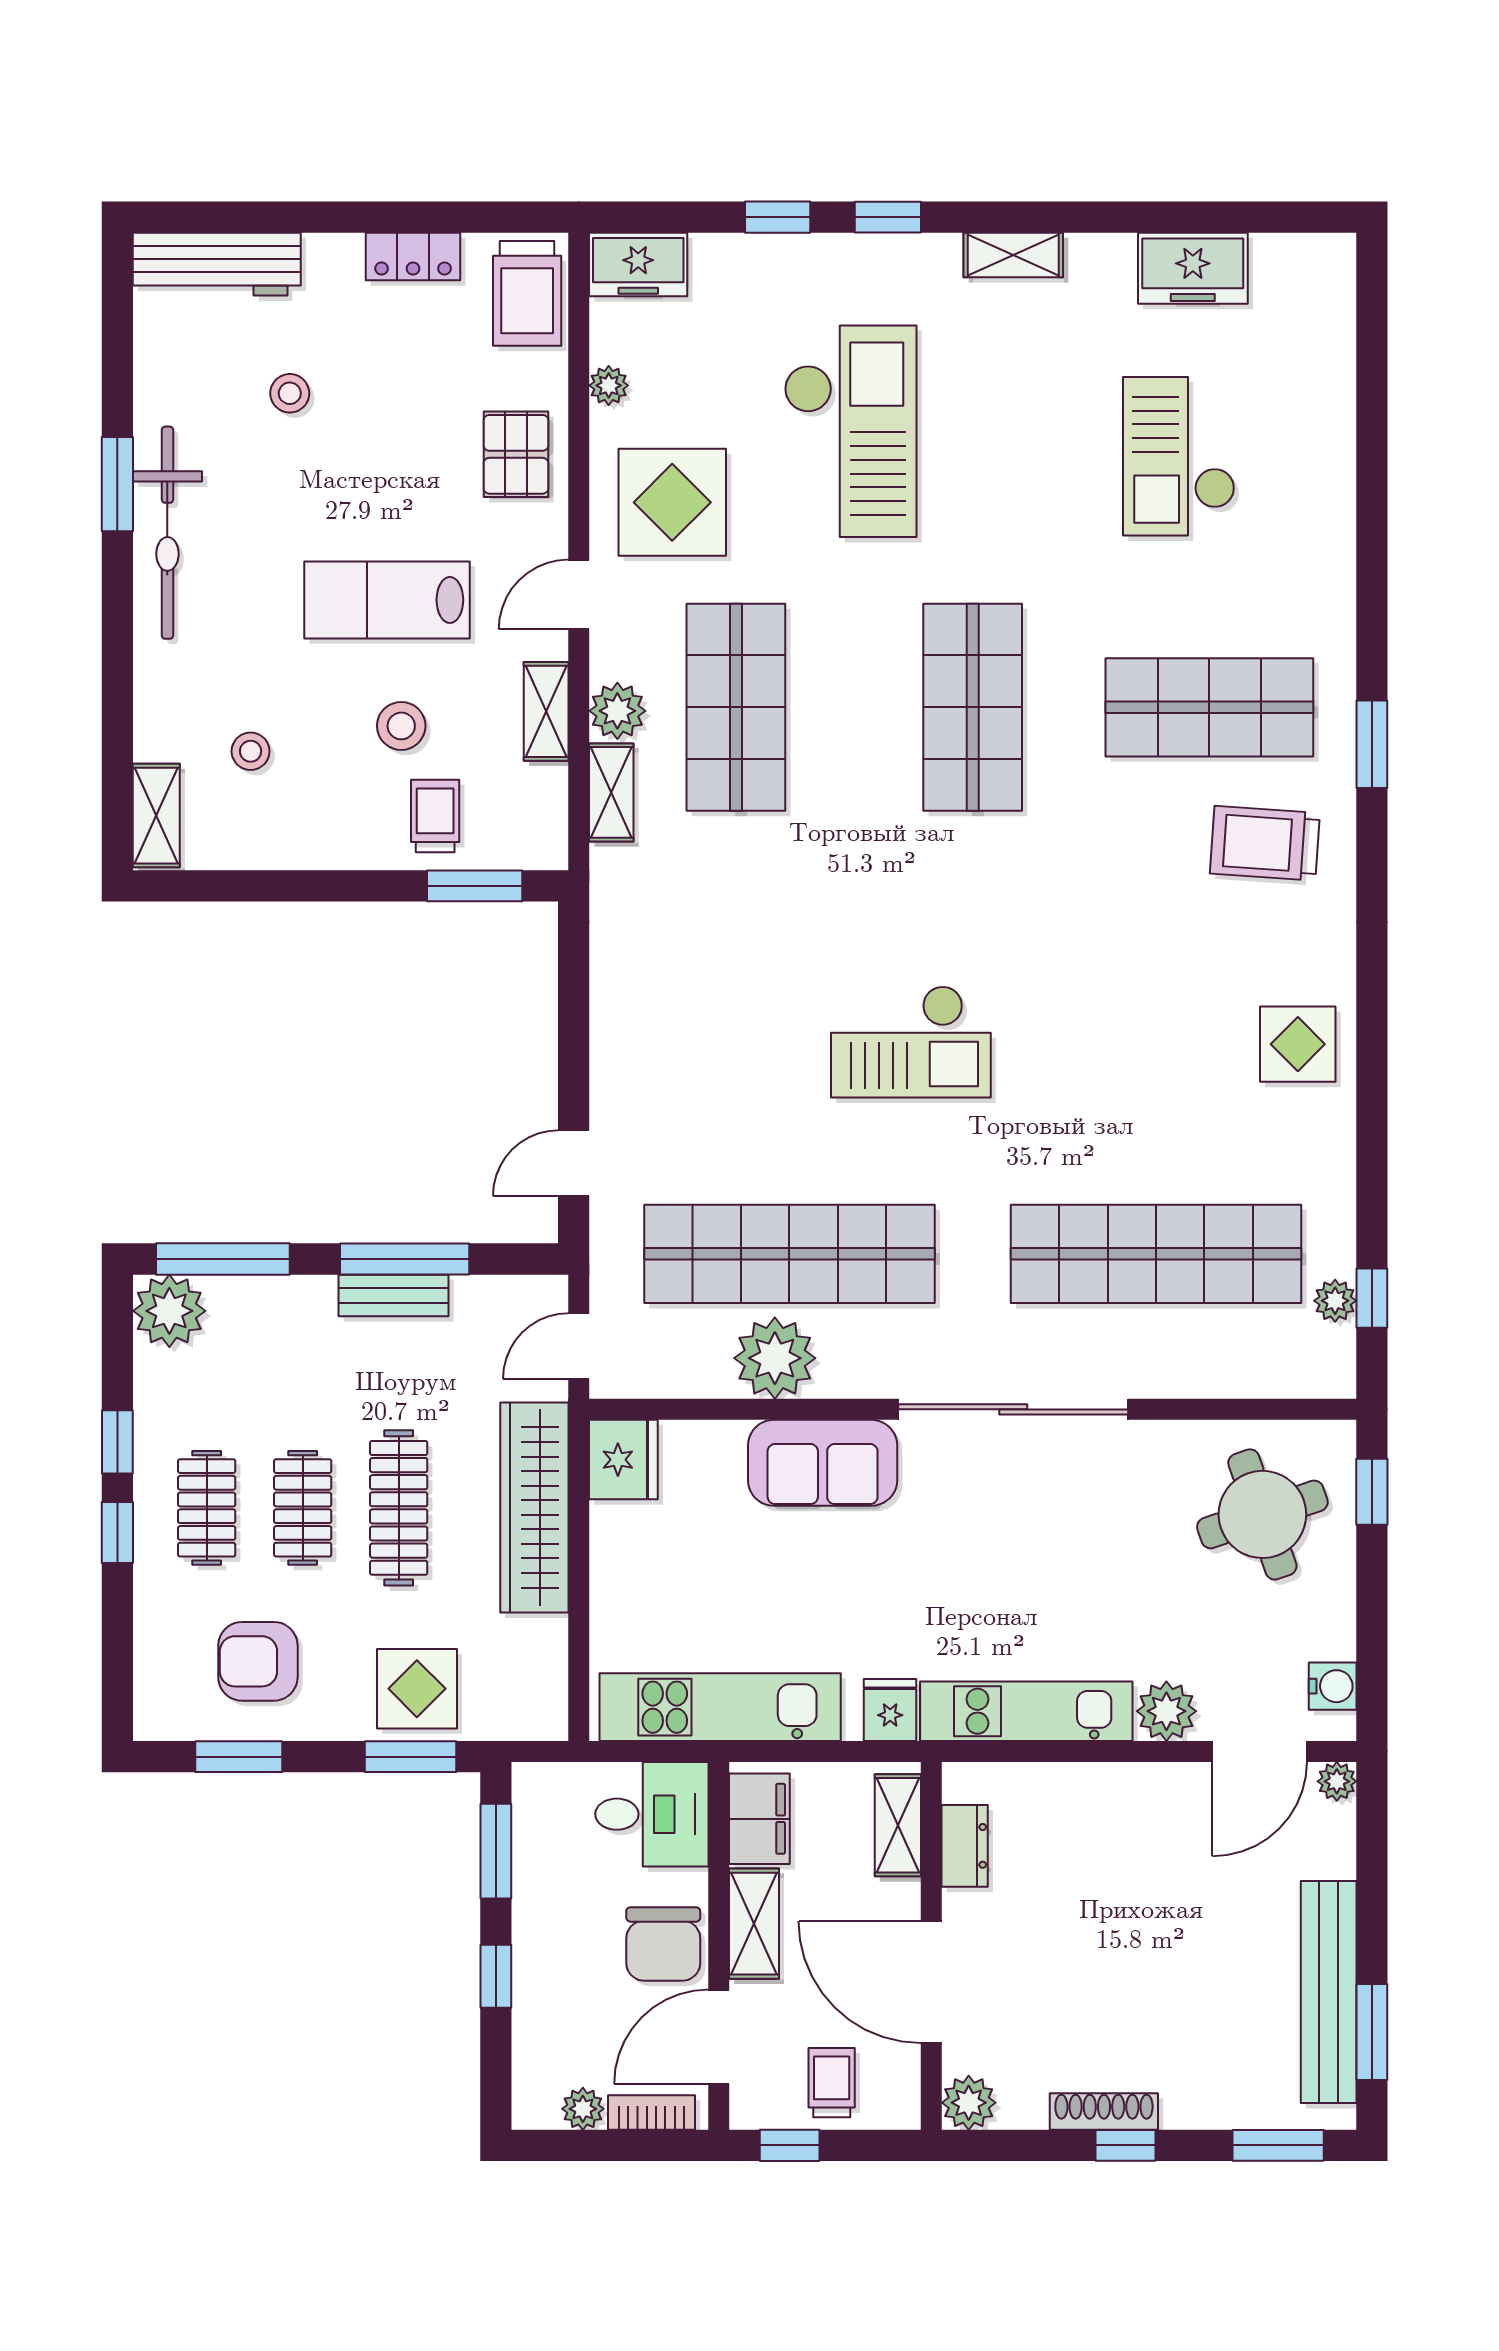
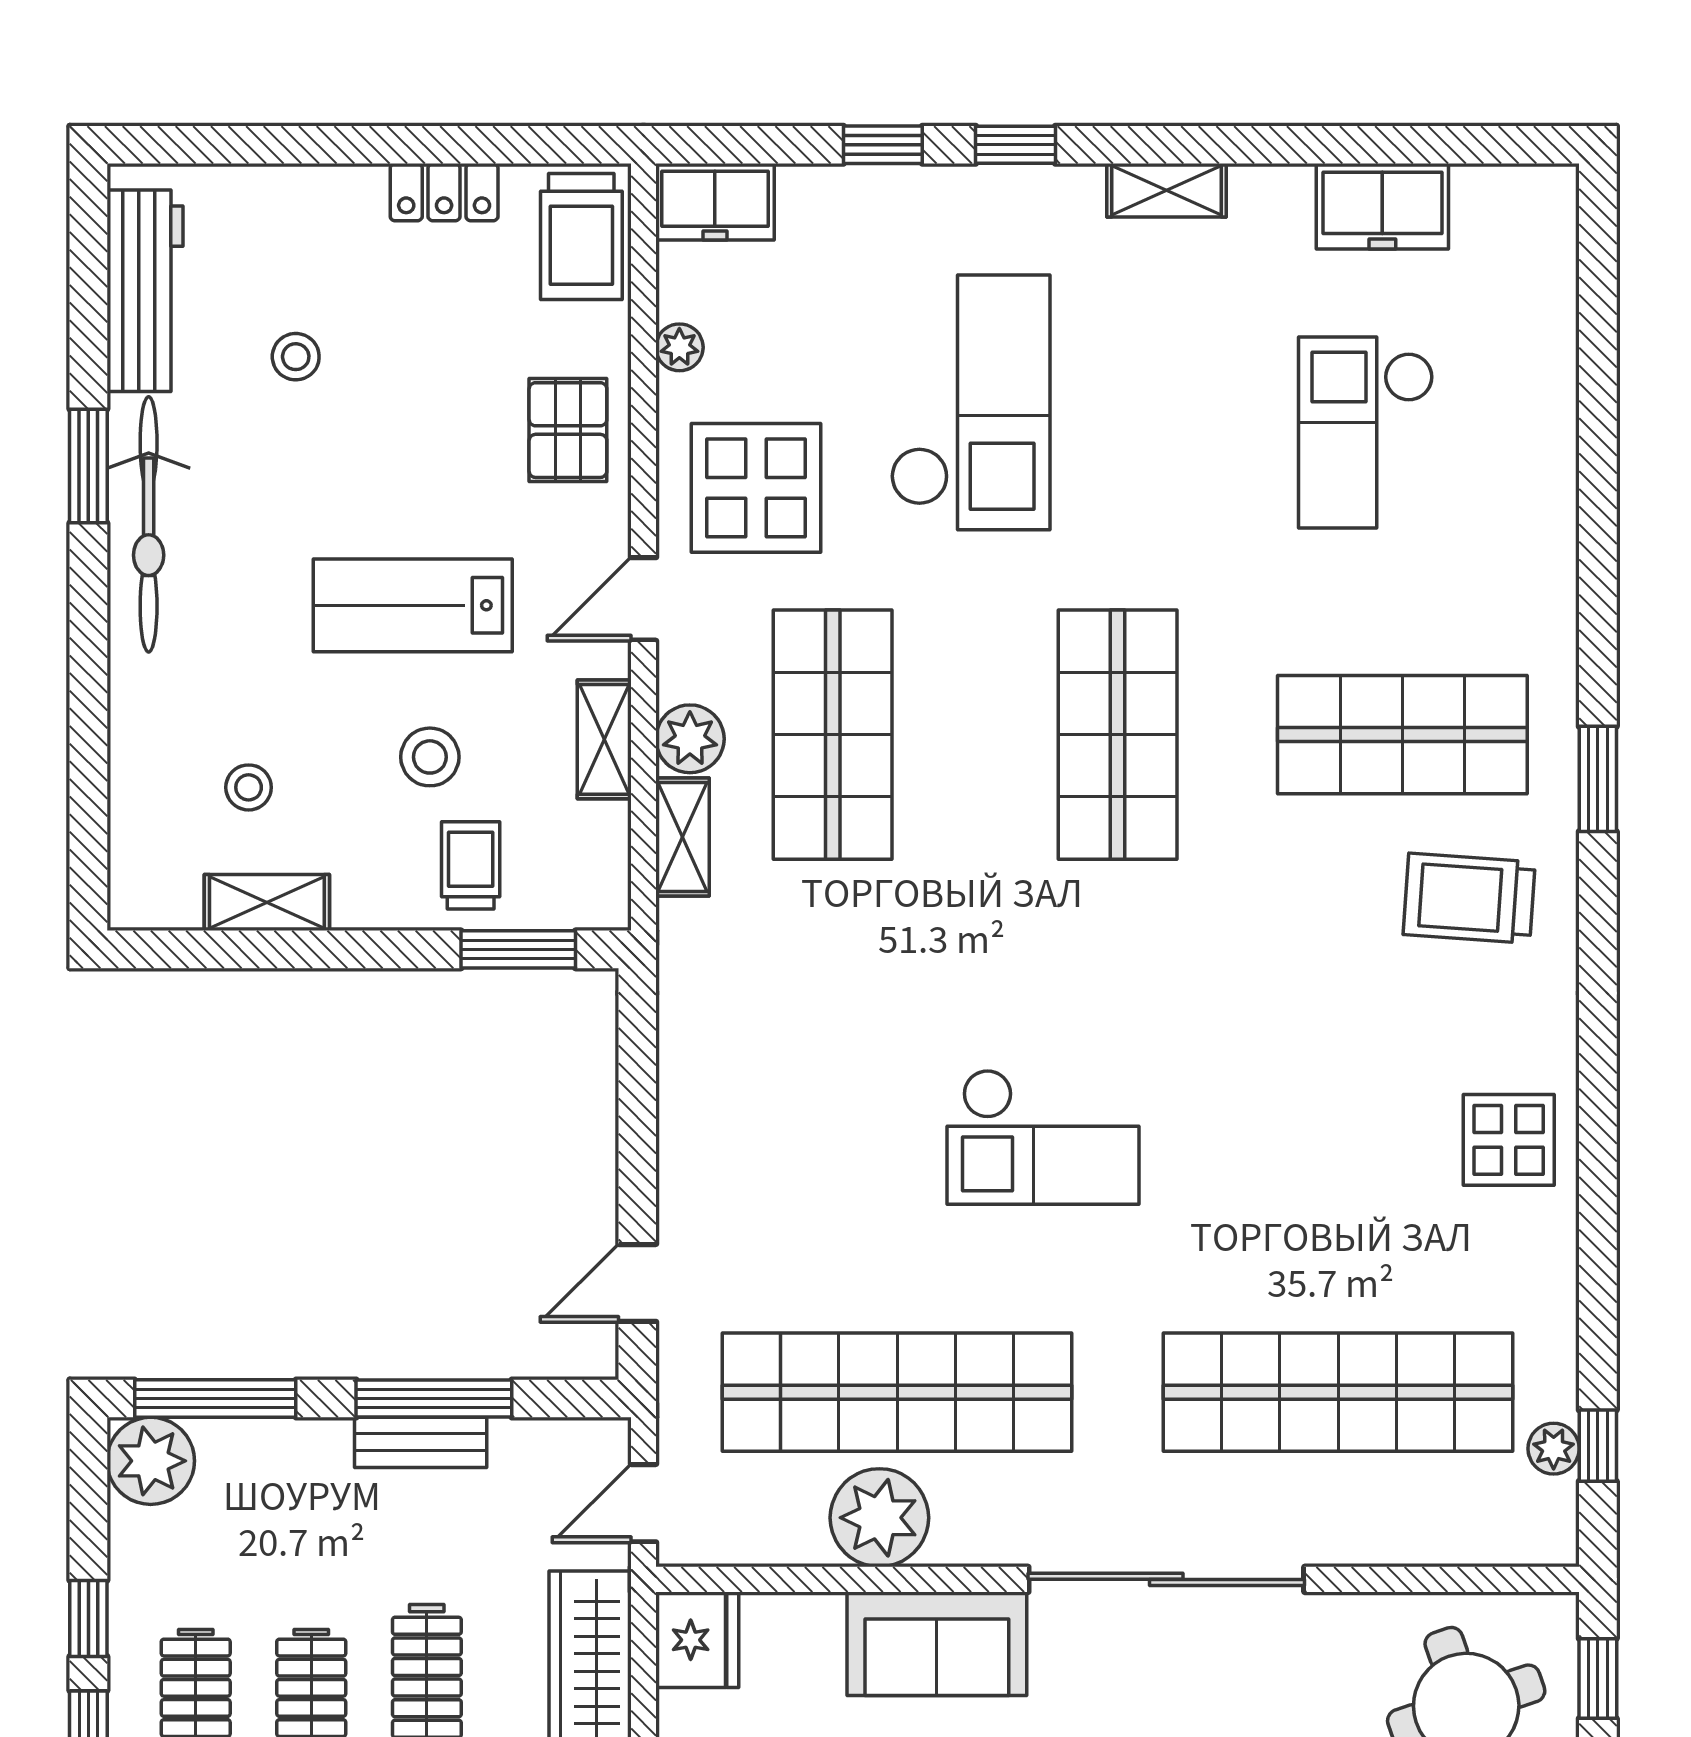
workbench: (217, 264) -> (145, 291), moved, turned -90
shelving: (156, 816) -> (267, 903), moved, turned 90

